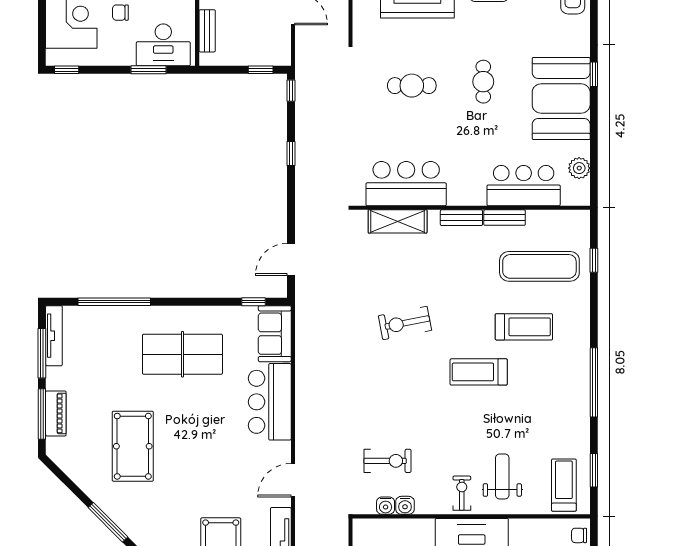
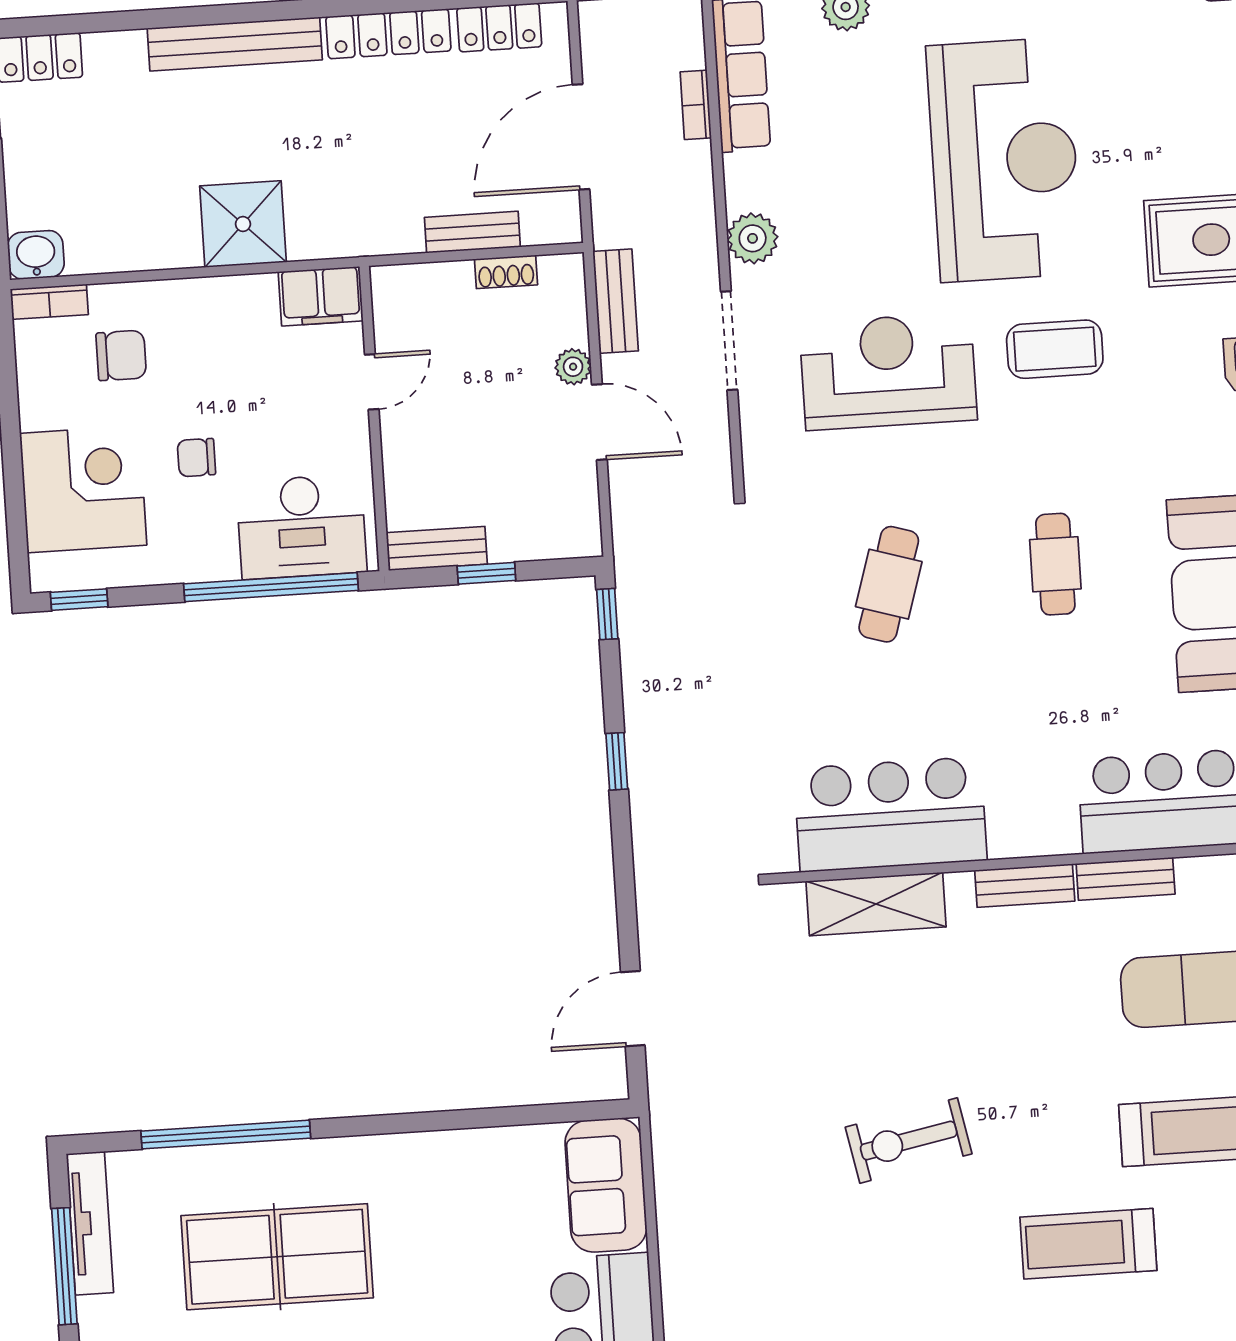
bench: (207, 31) -> (437, 548), moved, turned 90
window: (149, 70) -> (271, 587), width x2.11
window: (261, 70) -> (486, 573), moved
cafe table: (412, 86) -> (889, 584), turned -73
window: (253, 302) -> (551, 1113), removed
table tennis table: (182, 354) -> (277, 1257), moved

